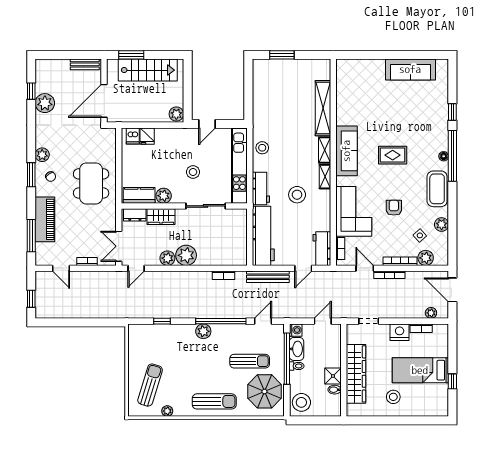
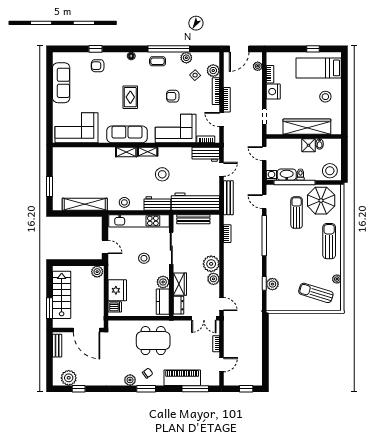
corner sofa: (355, 88) -> (77, 128), added
plant: (45, 103) -> (69, 378), moved
shelving: (323, 108) -> (85, 204), moved
armchair: (432, 115) -> (98, 66), added
fridge: (147, 136) -> (117, 290), width x1.88, depth x1.34
window: (452, 156) -> (169, 49), moved
coffee table: (437, 189) -> (158, 61), width x0.54, depth x0.58
bench: (241, 233) -> (193, 219), added
door: (303, 268) -> (222, 169), hinge flipped
door: (365, 268) -> (222, 120), hinge flipped
plant: (203, 331) -> (272, 284), moved
bed: (420, 370) -> (319, 68), moved, turned 90

